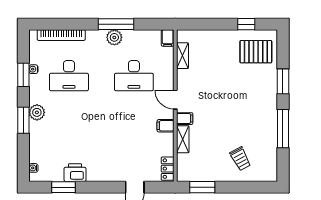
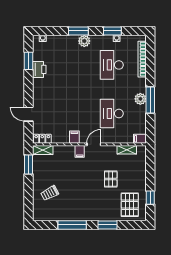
pallet: (221, 77) -> (111, 179), added
shelving: (183, 139) -> (43, 150), moved

